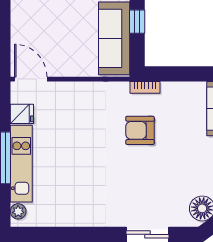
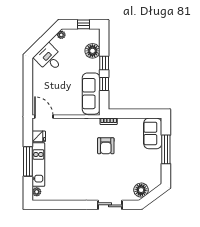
armchair: (140, 130) -> (106, 146), turned -90

